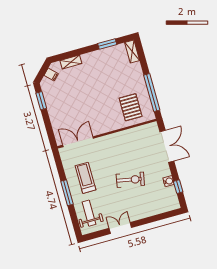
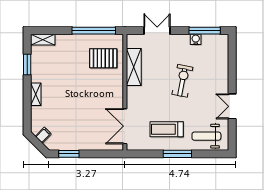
shelving: (71, 62) -> (36, 94), moved
shelving: (130, 135) -> (134, 67), added
double door: (167, 146) -> (157, 31), width x0.73
window: (178, 187) -> (205, 31), width x2.17

